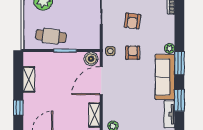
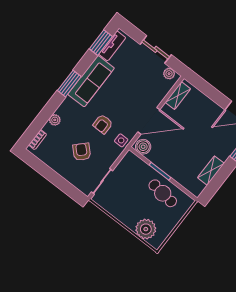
armchair: (132, 21) -> (82, 152), turned -53
plant: (170, 48) -> (55, 120), moved
window: (179, 100) -> (101, 43), moved

